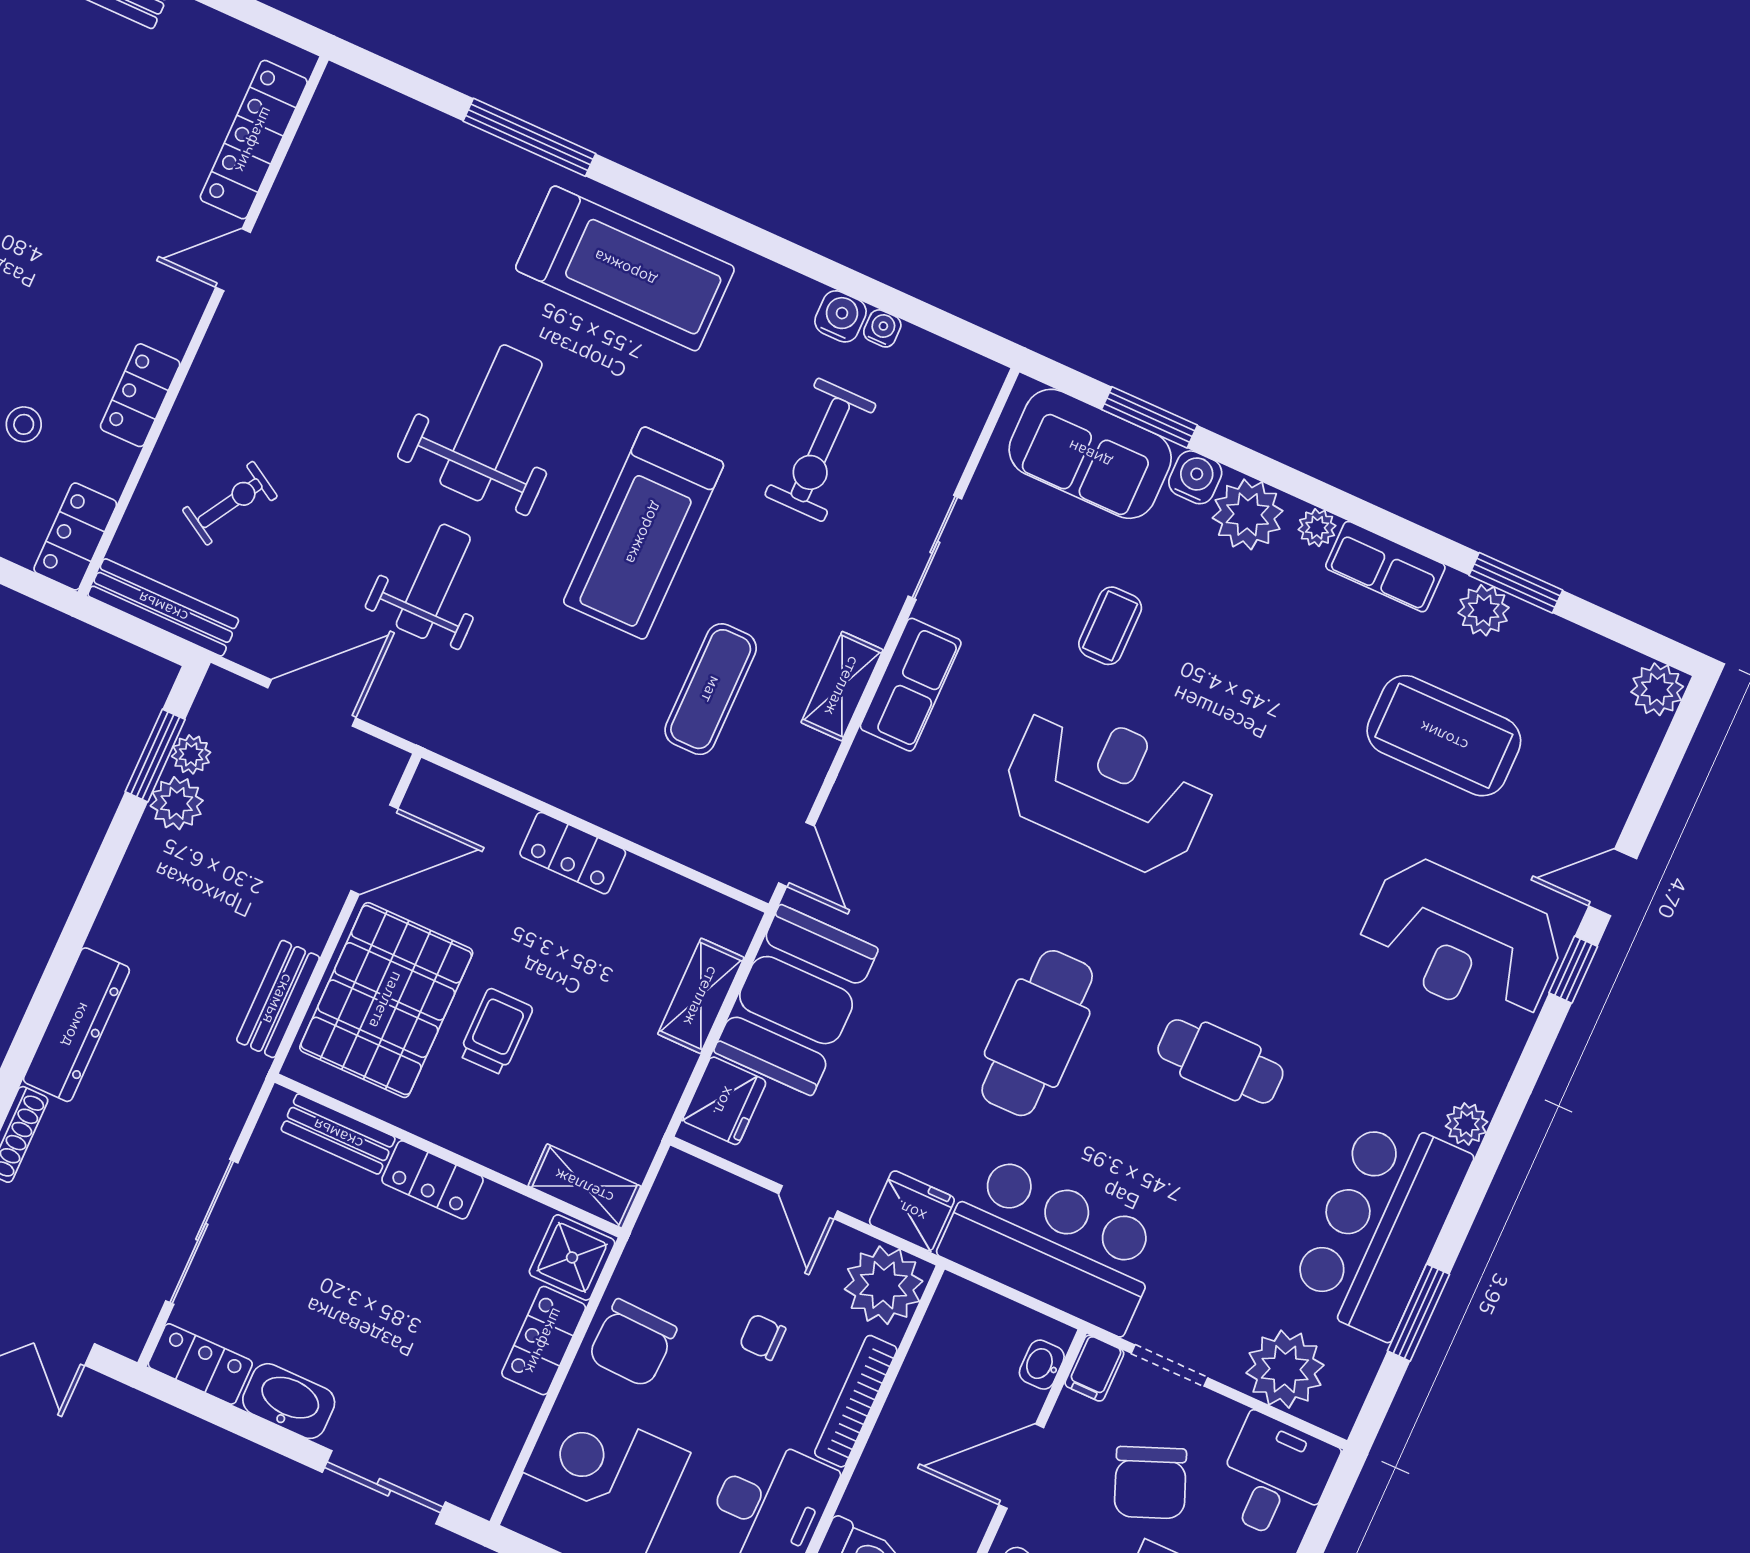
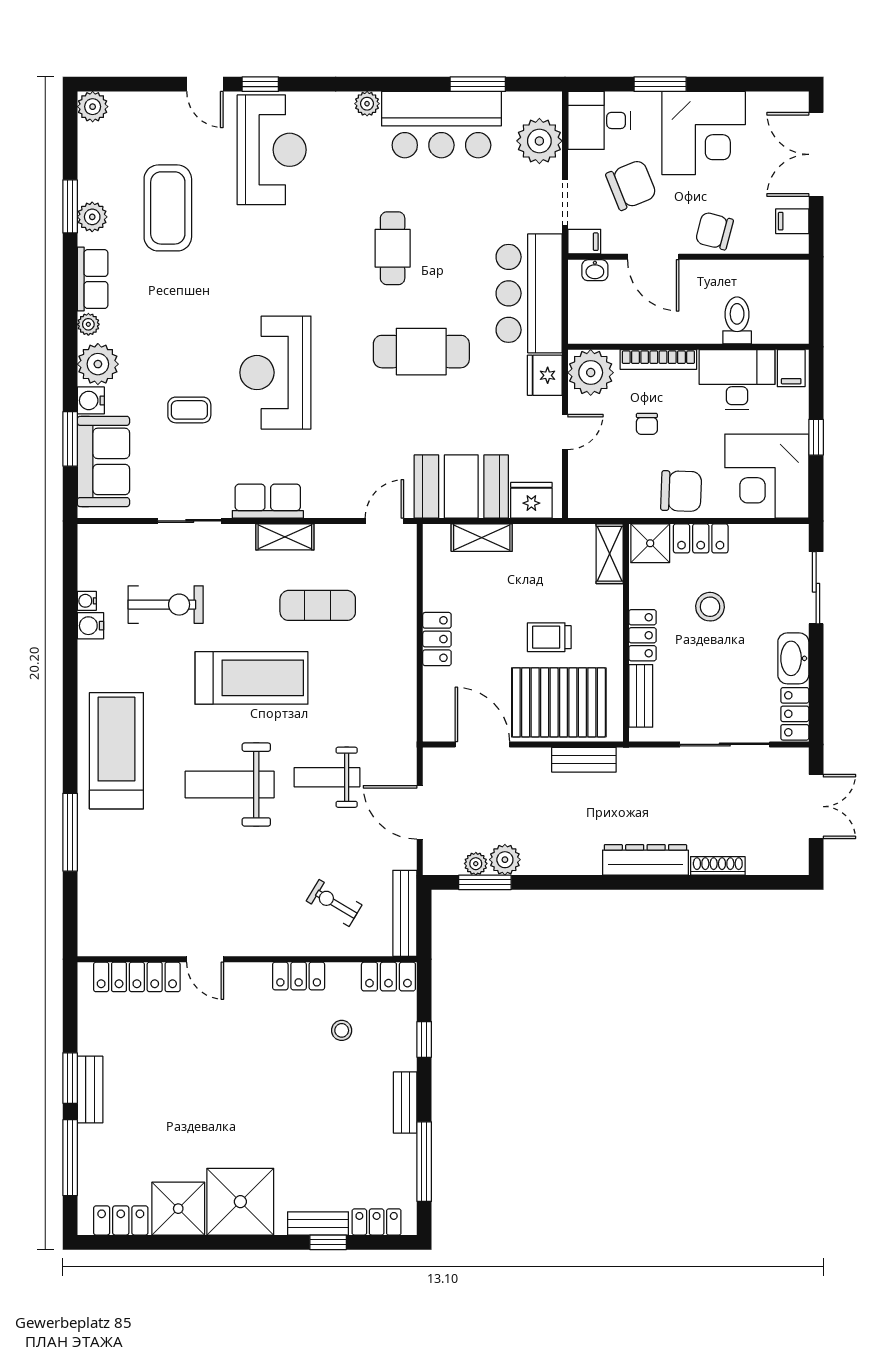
stool: (429, 1307) -> (710, 607), added

